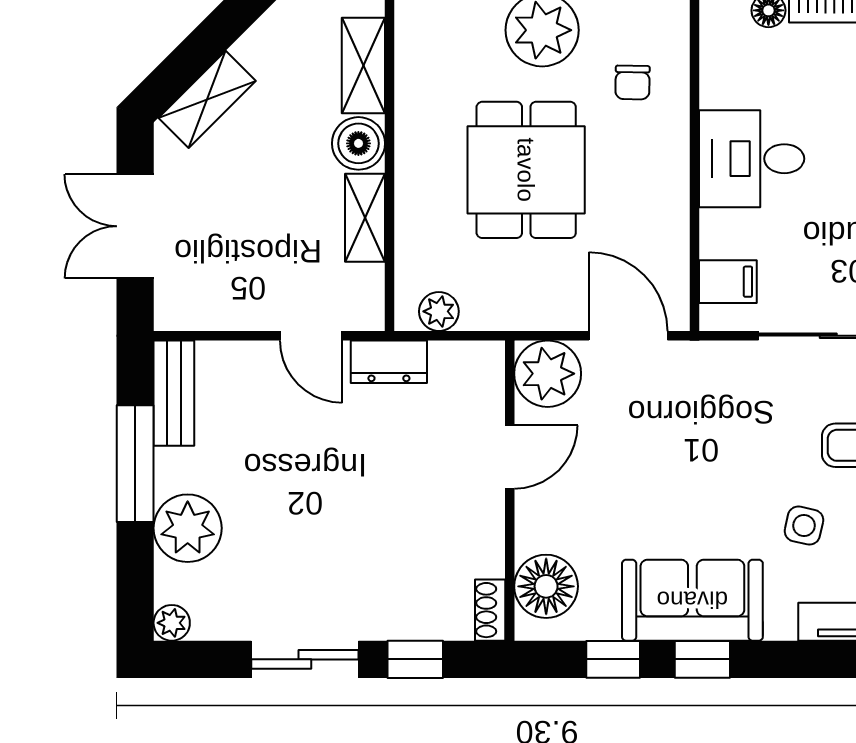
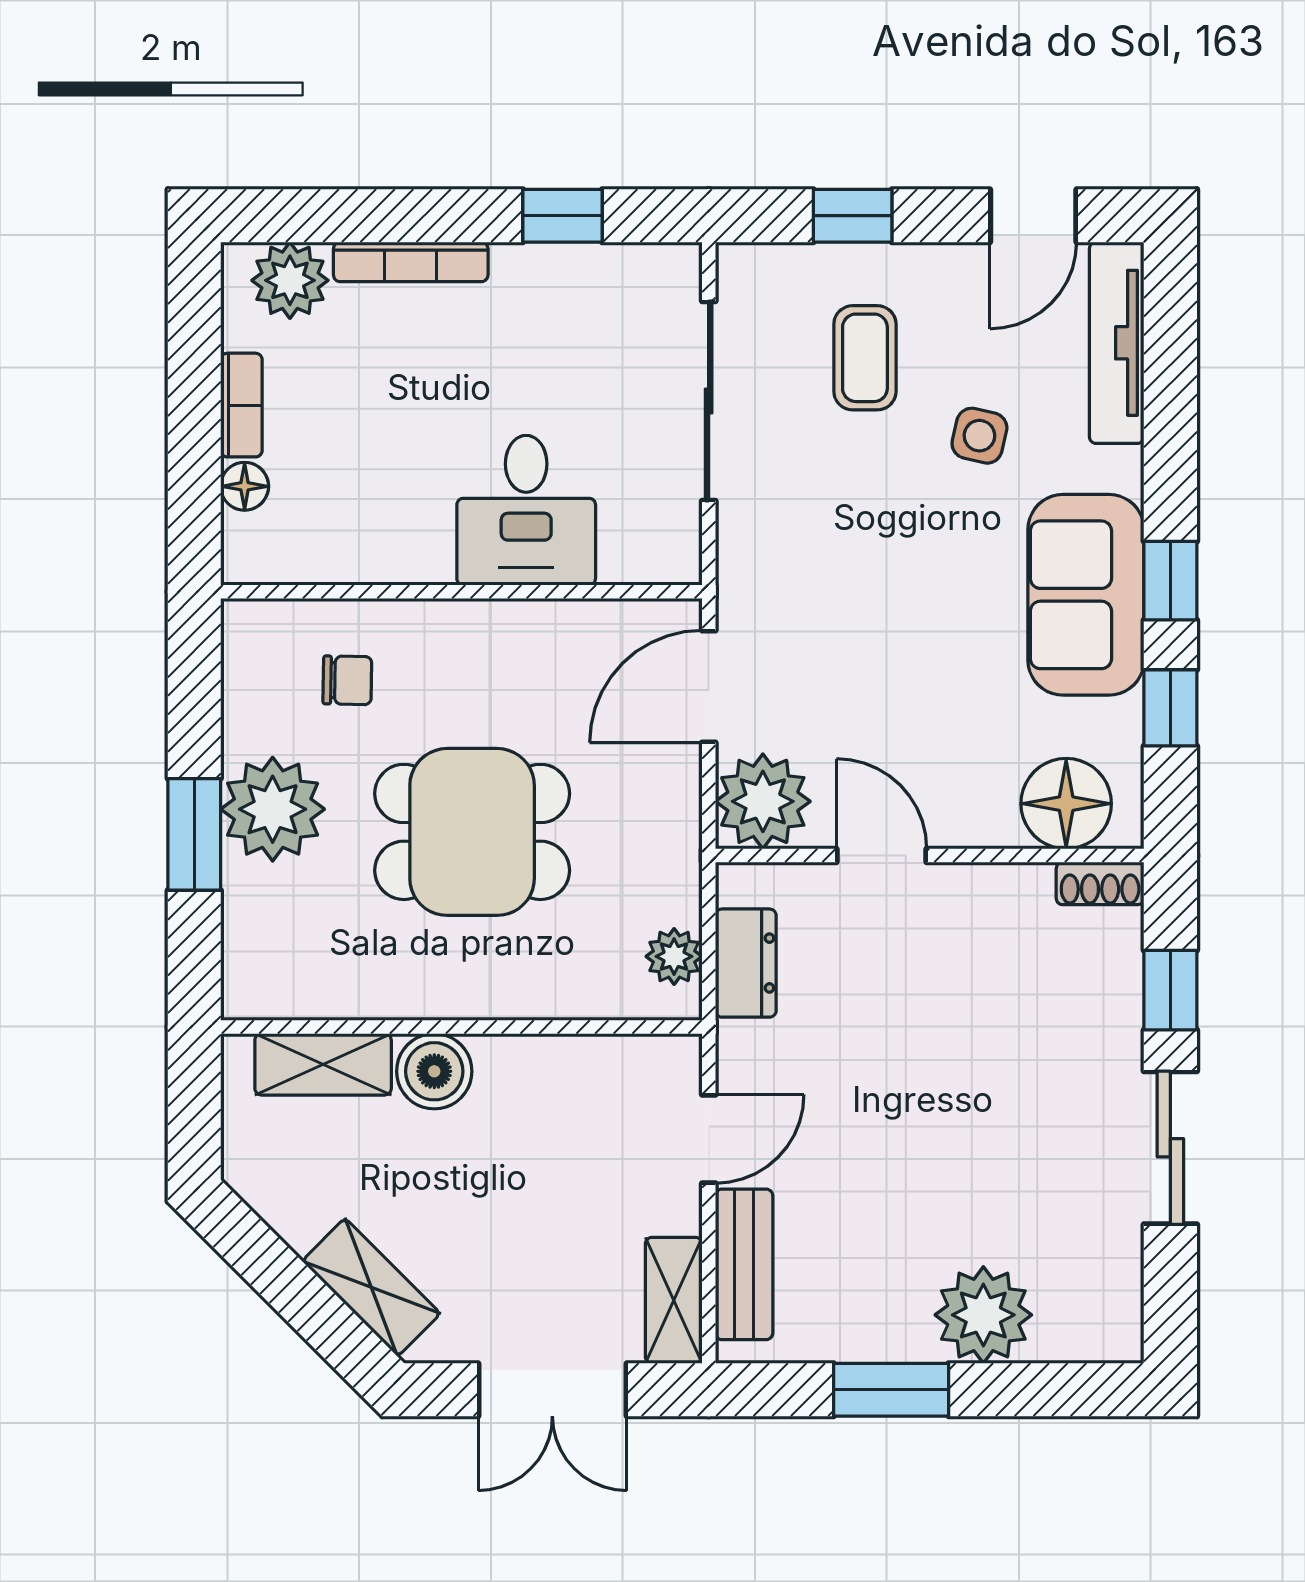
desk: (752, 159) -> (526, 510), moved
shelving: (365, 218) -> (674, 1300), moved, turned 90
filing cabinet: (728, 282) -> (631, 544), removed
dresser: (389, 362) -> (746, 963), moved
bench: (174, 393) -> (744, 1264), moved, turned 90
window: (135, 464) -> (891, 1390), width x0.69
plant: (172, 623) -> (1118, 1338), removed

